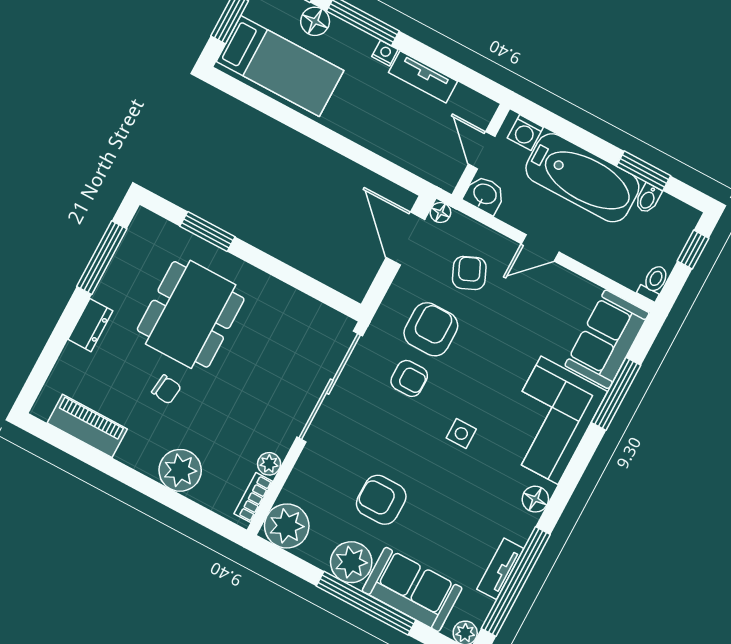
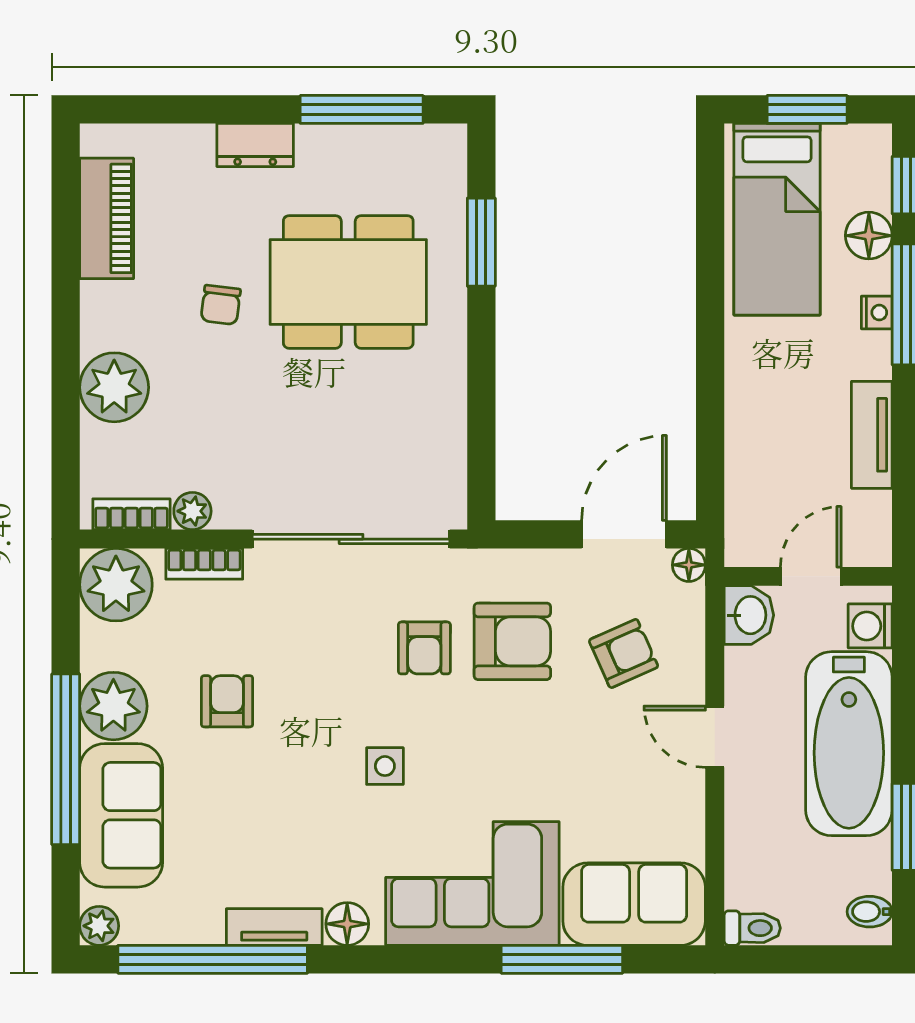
nightstand: (385, 53) -> (877, 313), moved
bidet: (648, 198) -> (870, 912), moved
window: (693, 250) -> (831, 959), removed
bookcase: (301, 473) -> (204, 564), added
armchair: (381, 500) -> (227, 701), width x0.72, depth x0.72
tv unit: (500, 569) -> (274, 927), moved

